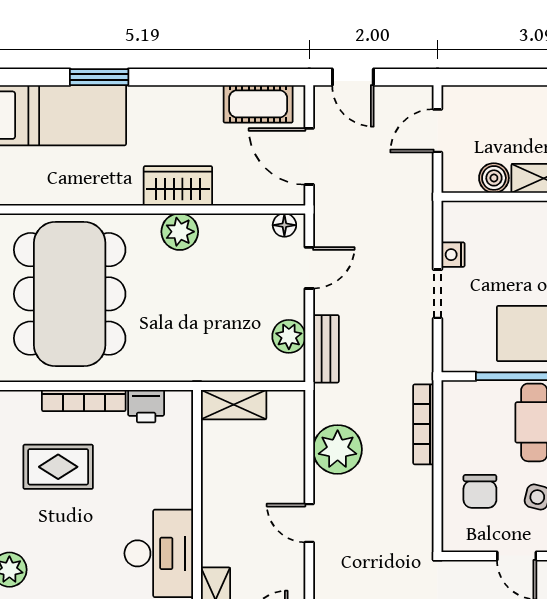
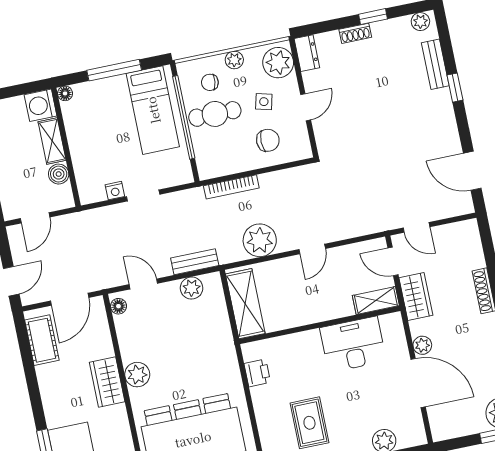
door: (438, 131) -> (35, 218), hinge flipped
bookcase: (84, 401) -> (262, 415), removed
shelving: (234, 405) -> (245, 304), width x1.50, depth x1.33

